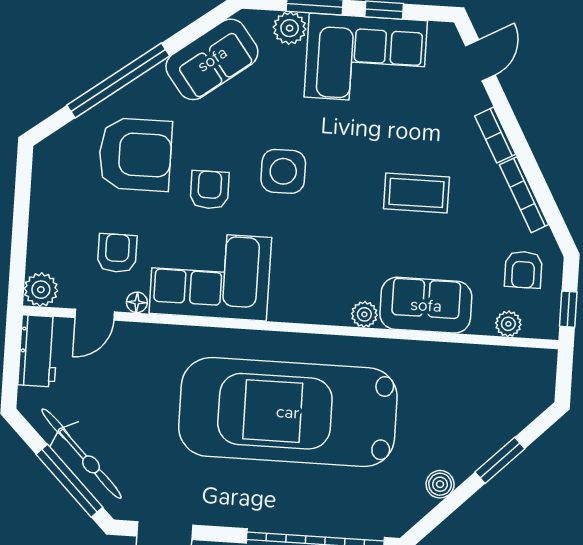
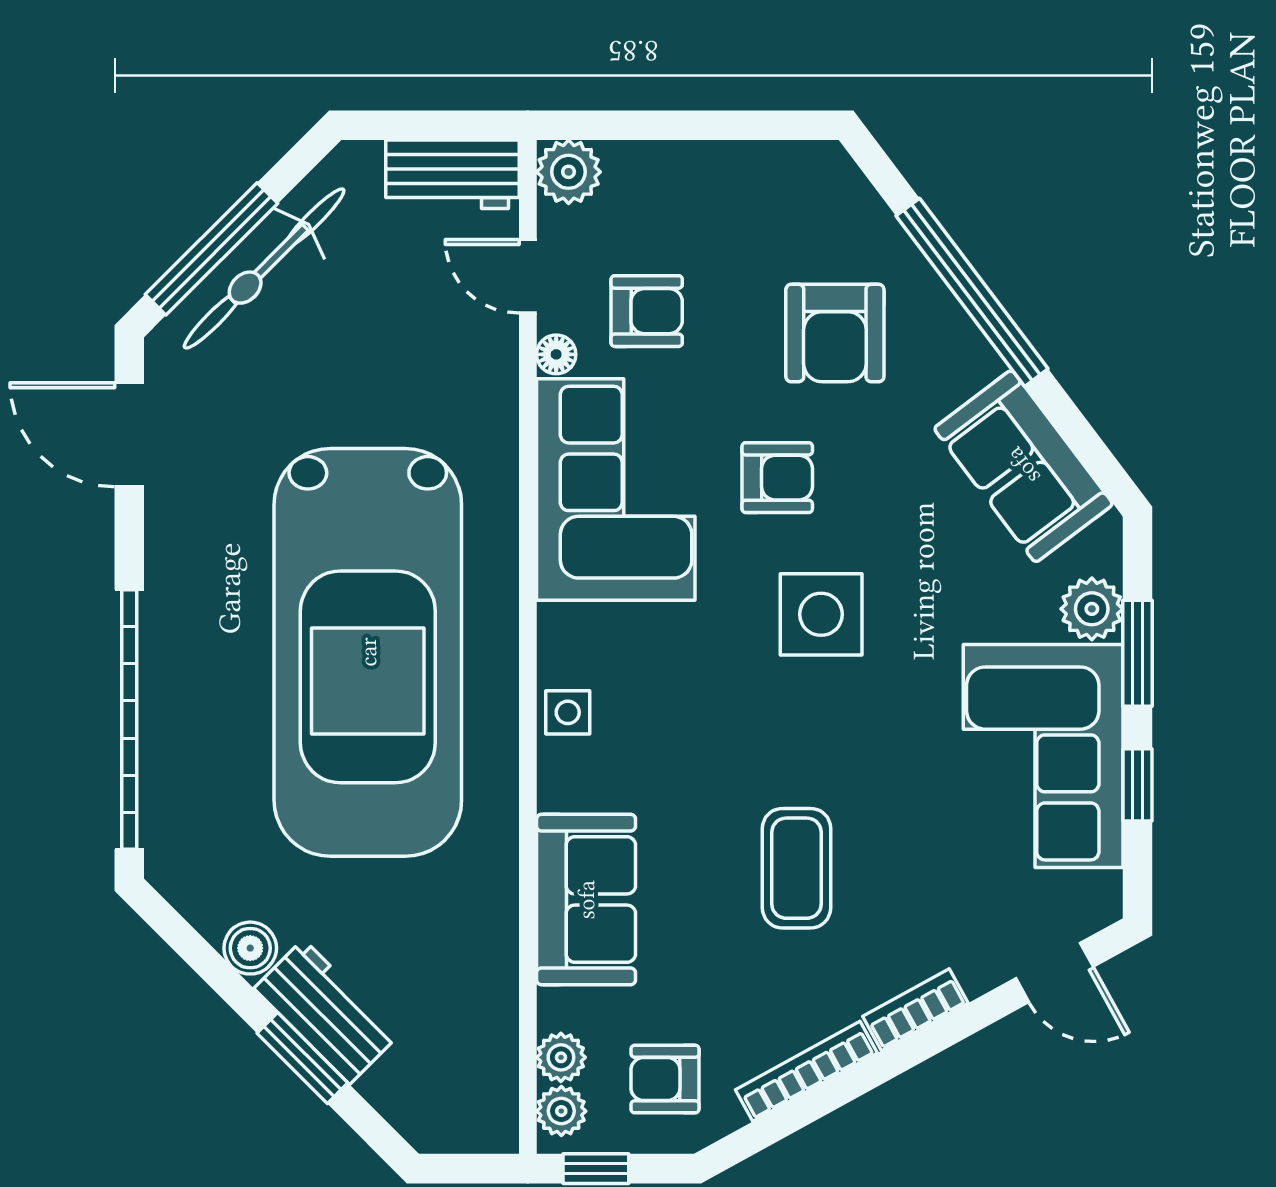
armchair: (135, 154) -> (835, 333), width x0.73, depth x0.73
side table: (326, 308) -> (568, 712), added
plant: (364, 314) -> (561, 1111), moved
car: (288, 412) -> (368, 652), turned 180
workbench: (476, 446) -> (326, 1012), added

